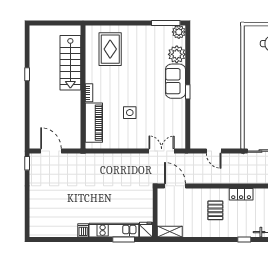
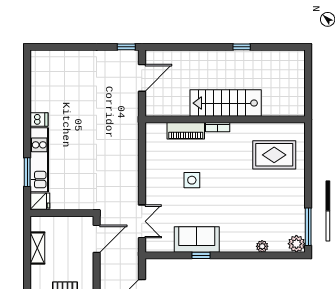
plant: (177, 54) -> (262, 246), width x0.53, depth x0.53
stairs: (70, 63) -> (226, 103), moved
sofa: (175, 81) -> (197, 239), moved
window: (188, 92) -> (201, 255), moved
piano: (94, 123) -> (186, 131), width x0.73, depth x0.75
shelving: (170, 232) -> (37, 248), moved

